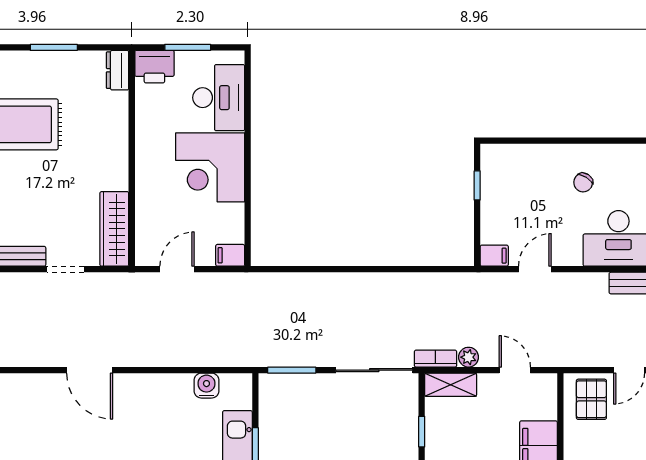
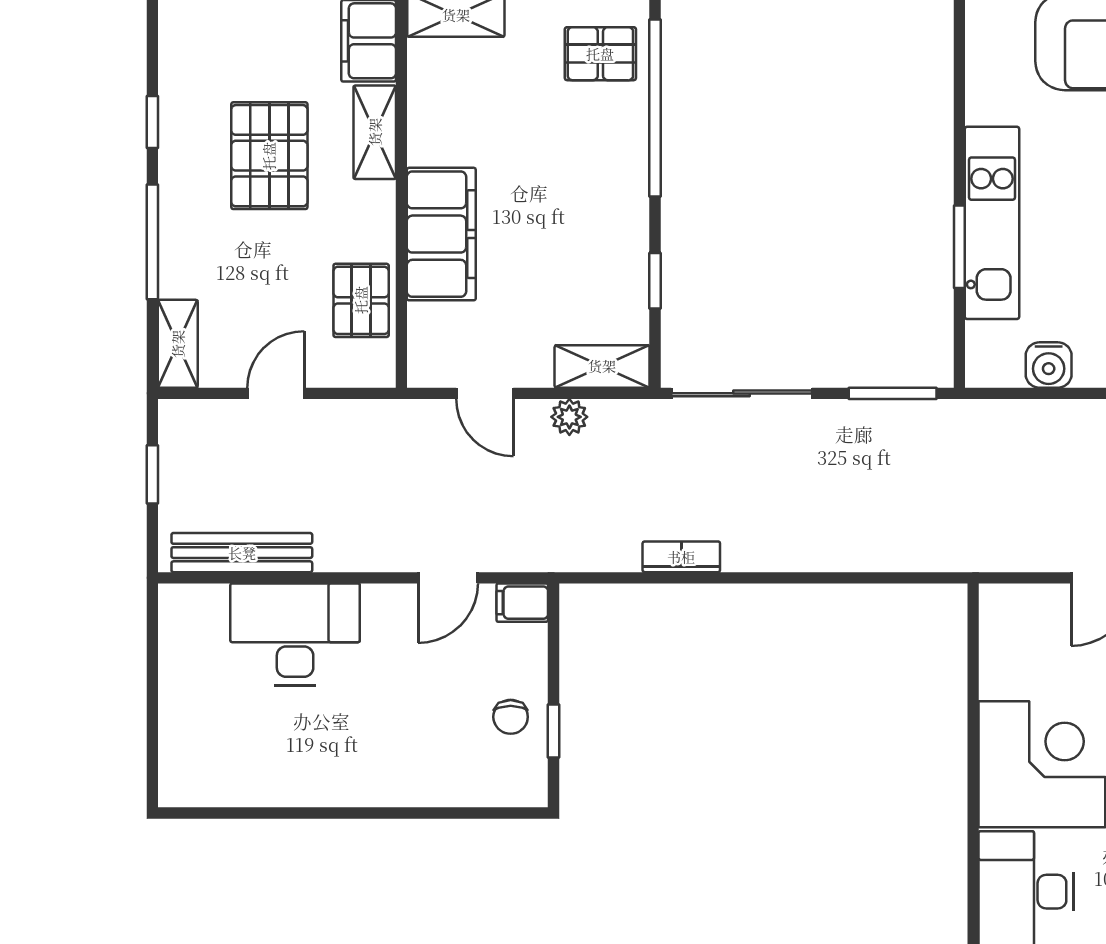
chair: (583, 182) -> (511, 717), moved, turned 147
filing cabinet: (230, 255) -> (1005, 603), removed
bookcase: (435, 359) -> (681, 557), moved, turned 180
pallet: (591, 399) -> (361, 300), moved

